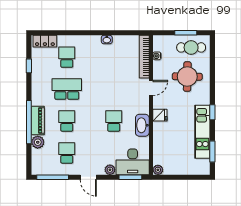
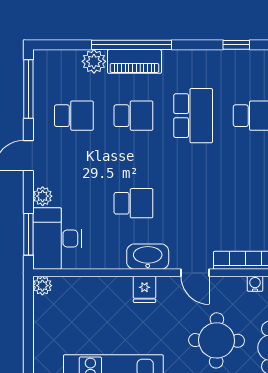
washbasin: (142, 125) -> (148, 257), moved

